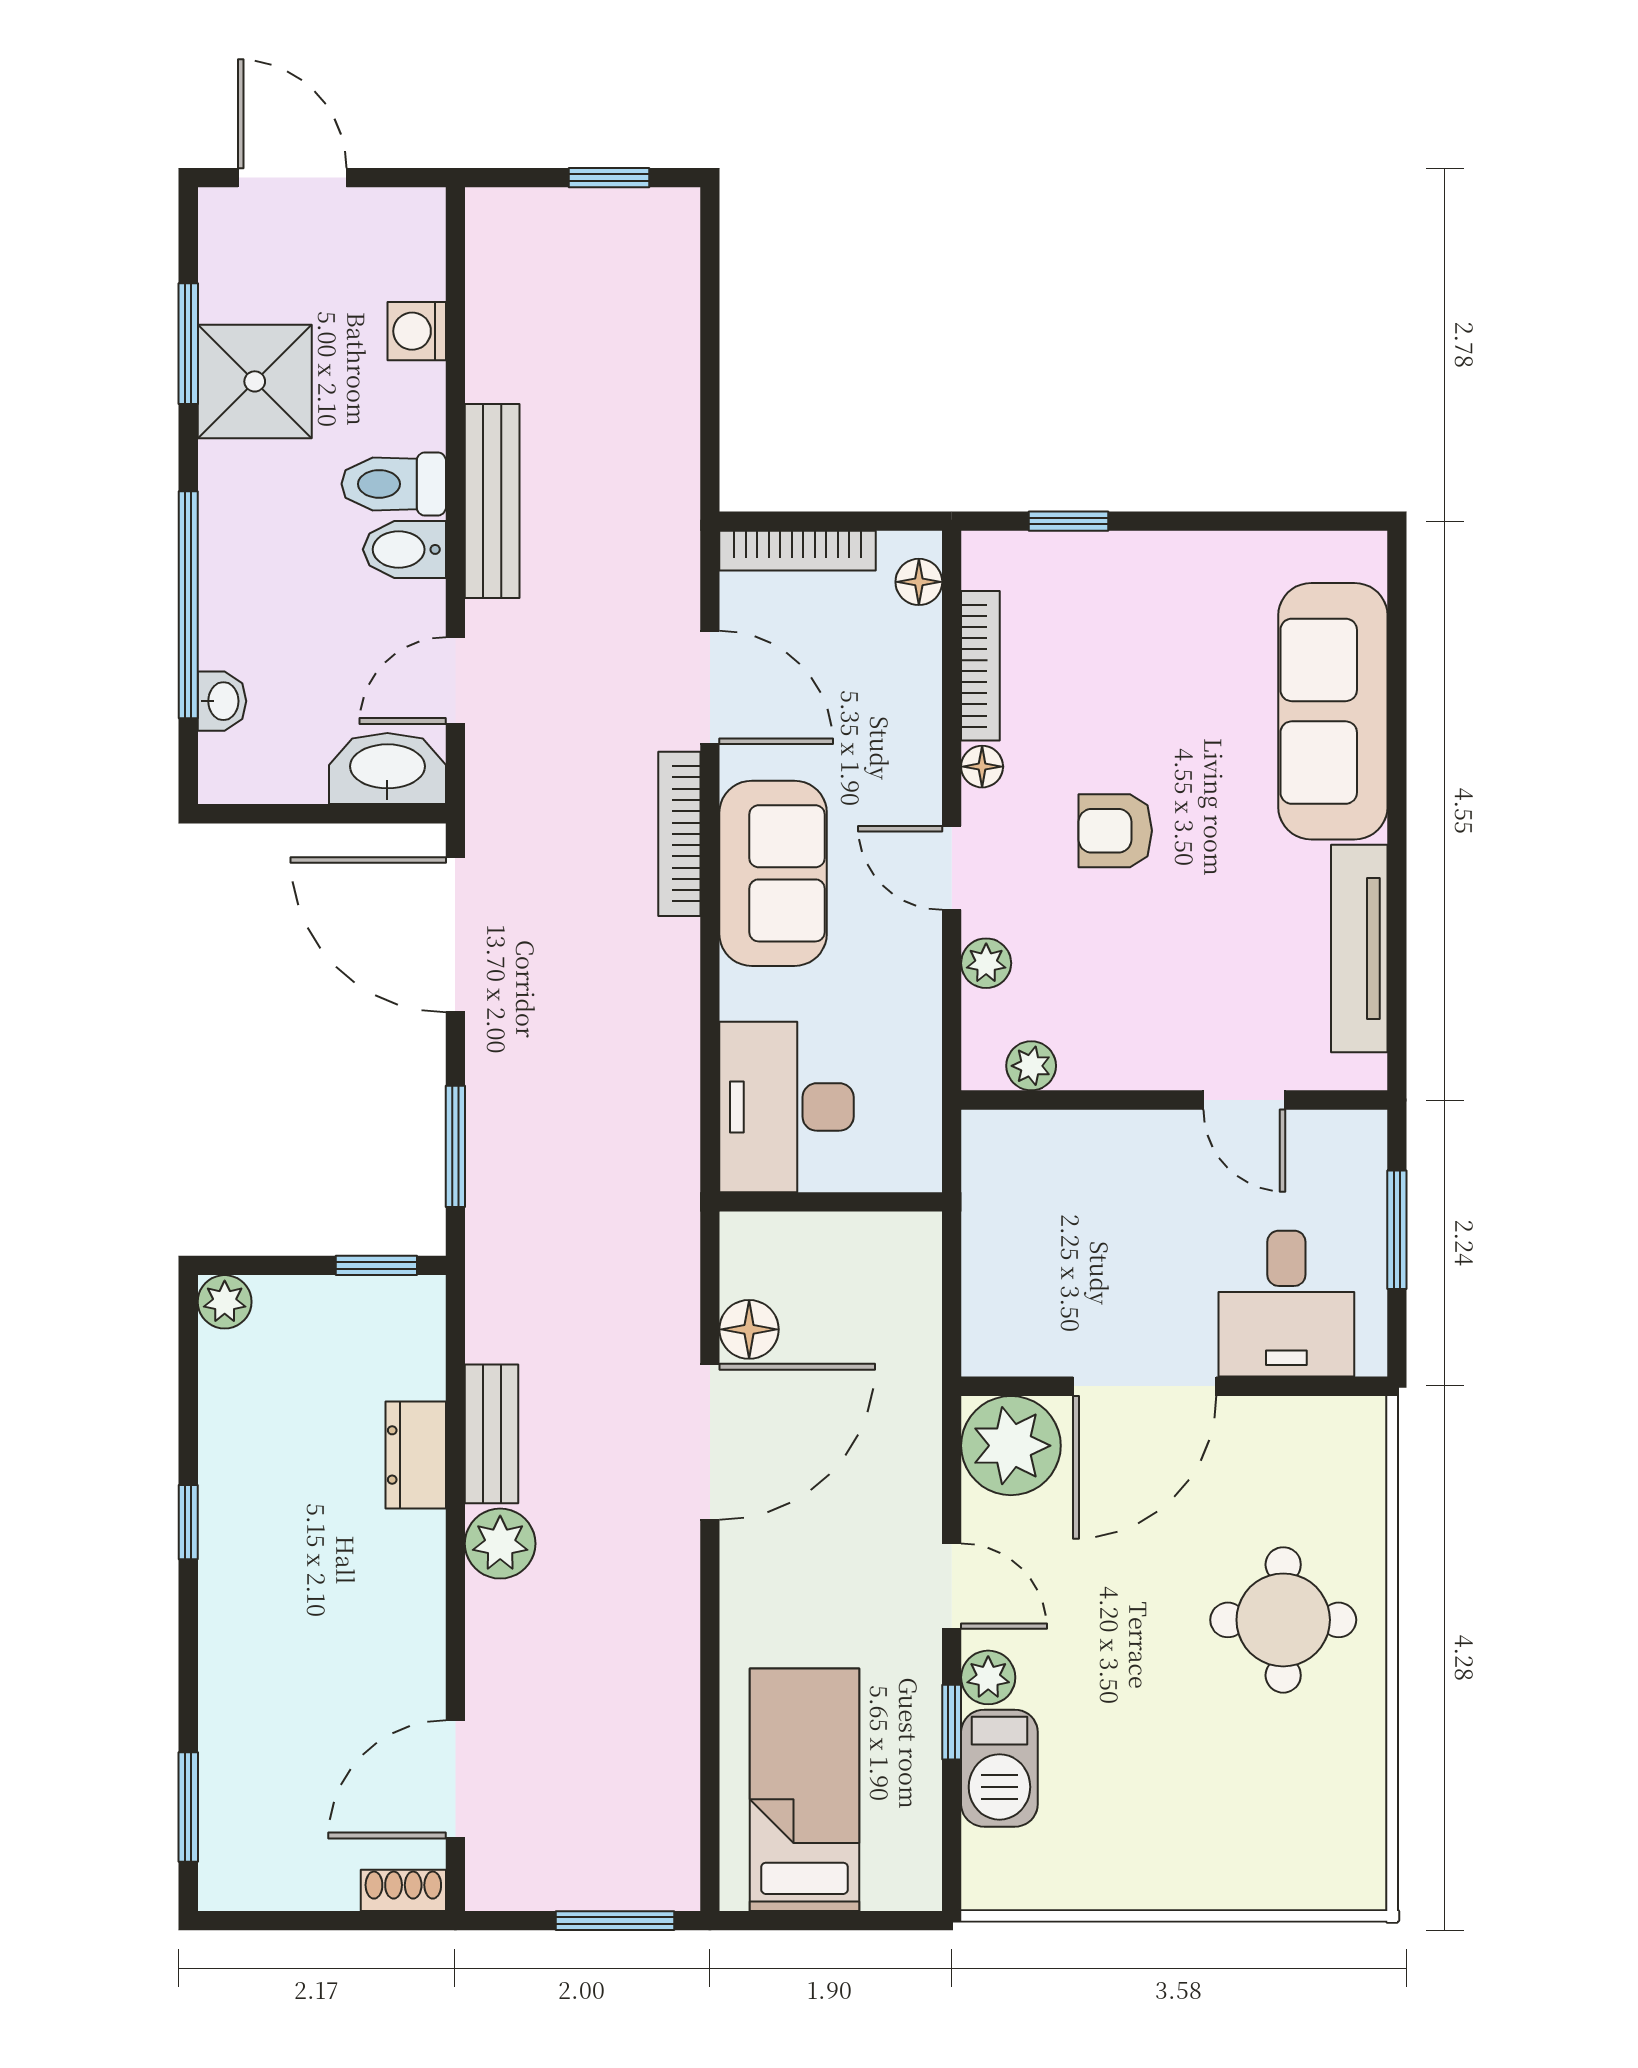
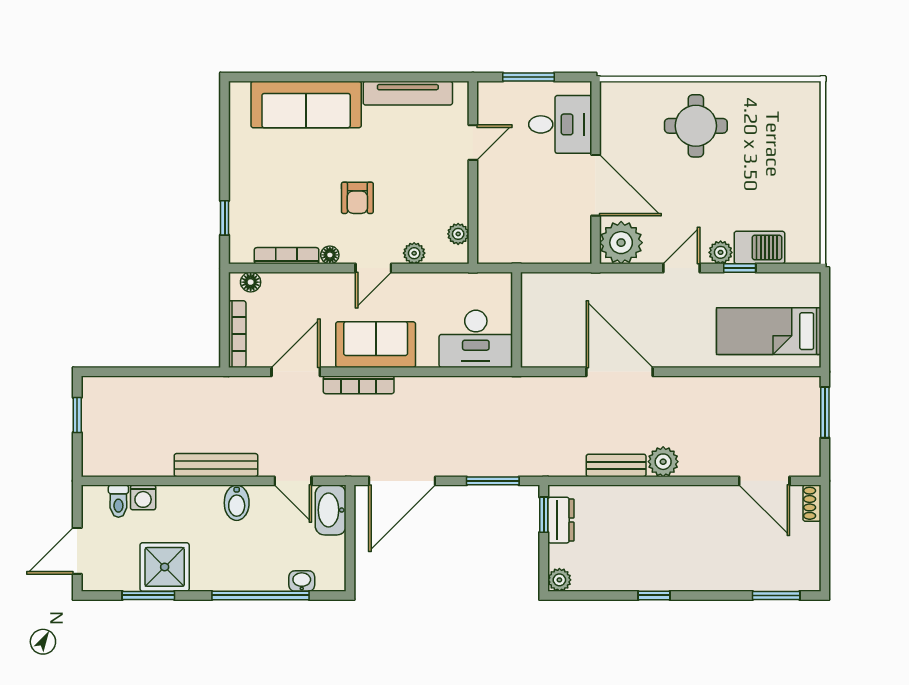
toilet: (394, 484) -> (118, 501), moved, width x0.73, depth x0.72
floor lamp: (749, 1329) -> (571, 355), removed
dresser: (416, 1455) -> (561, 520), moved, turned -90

